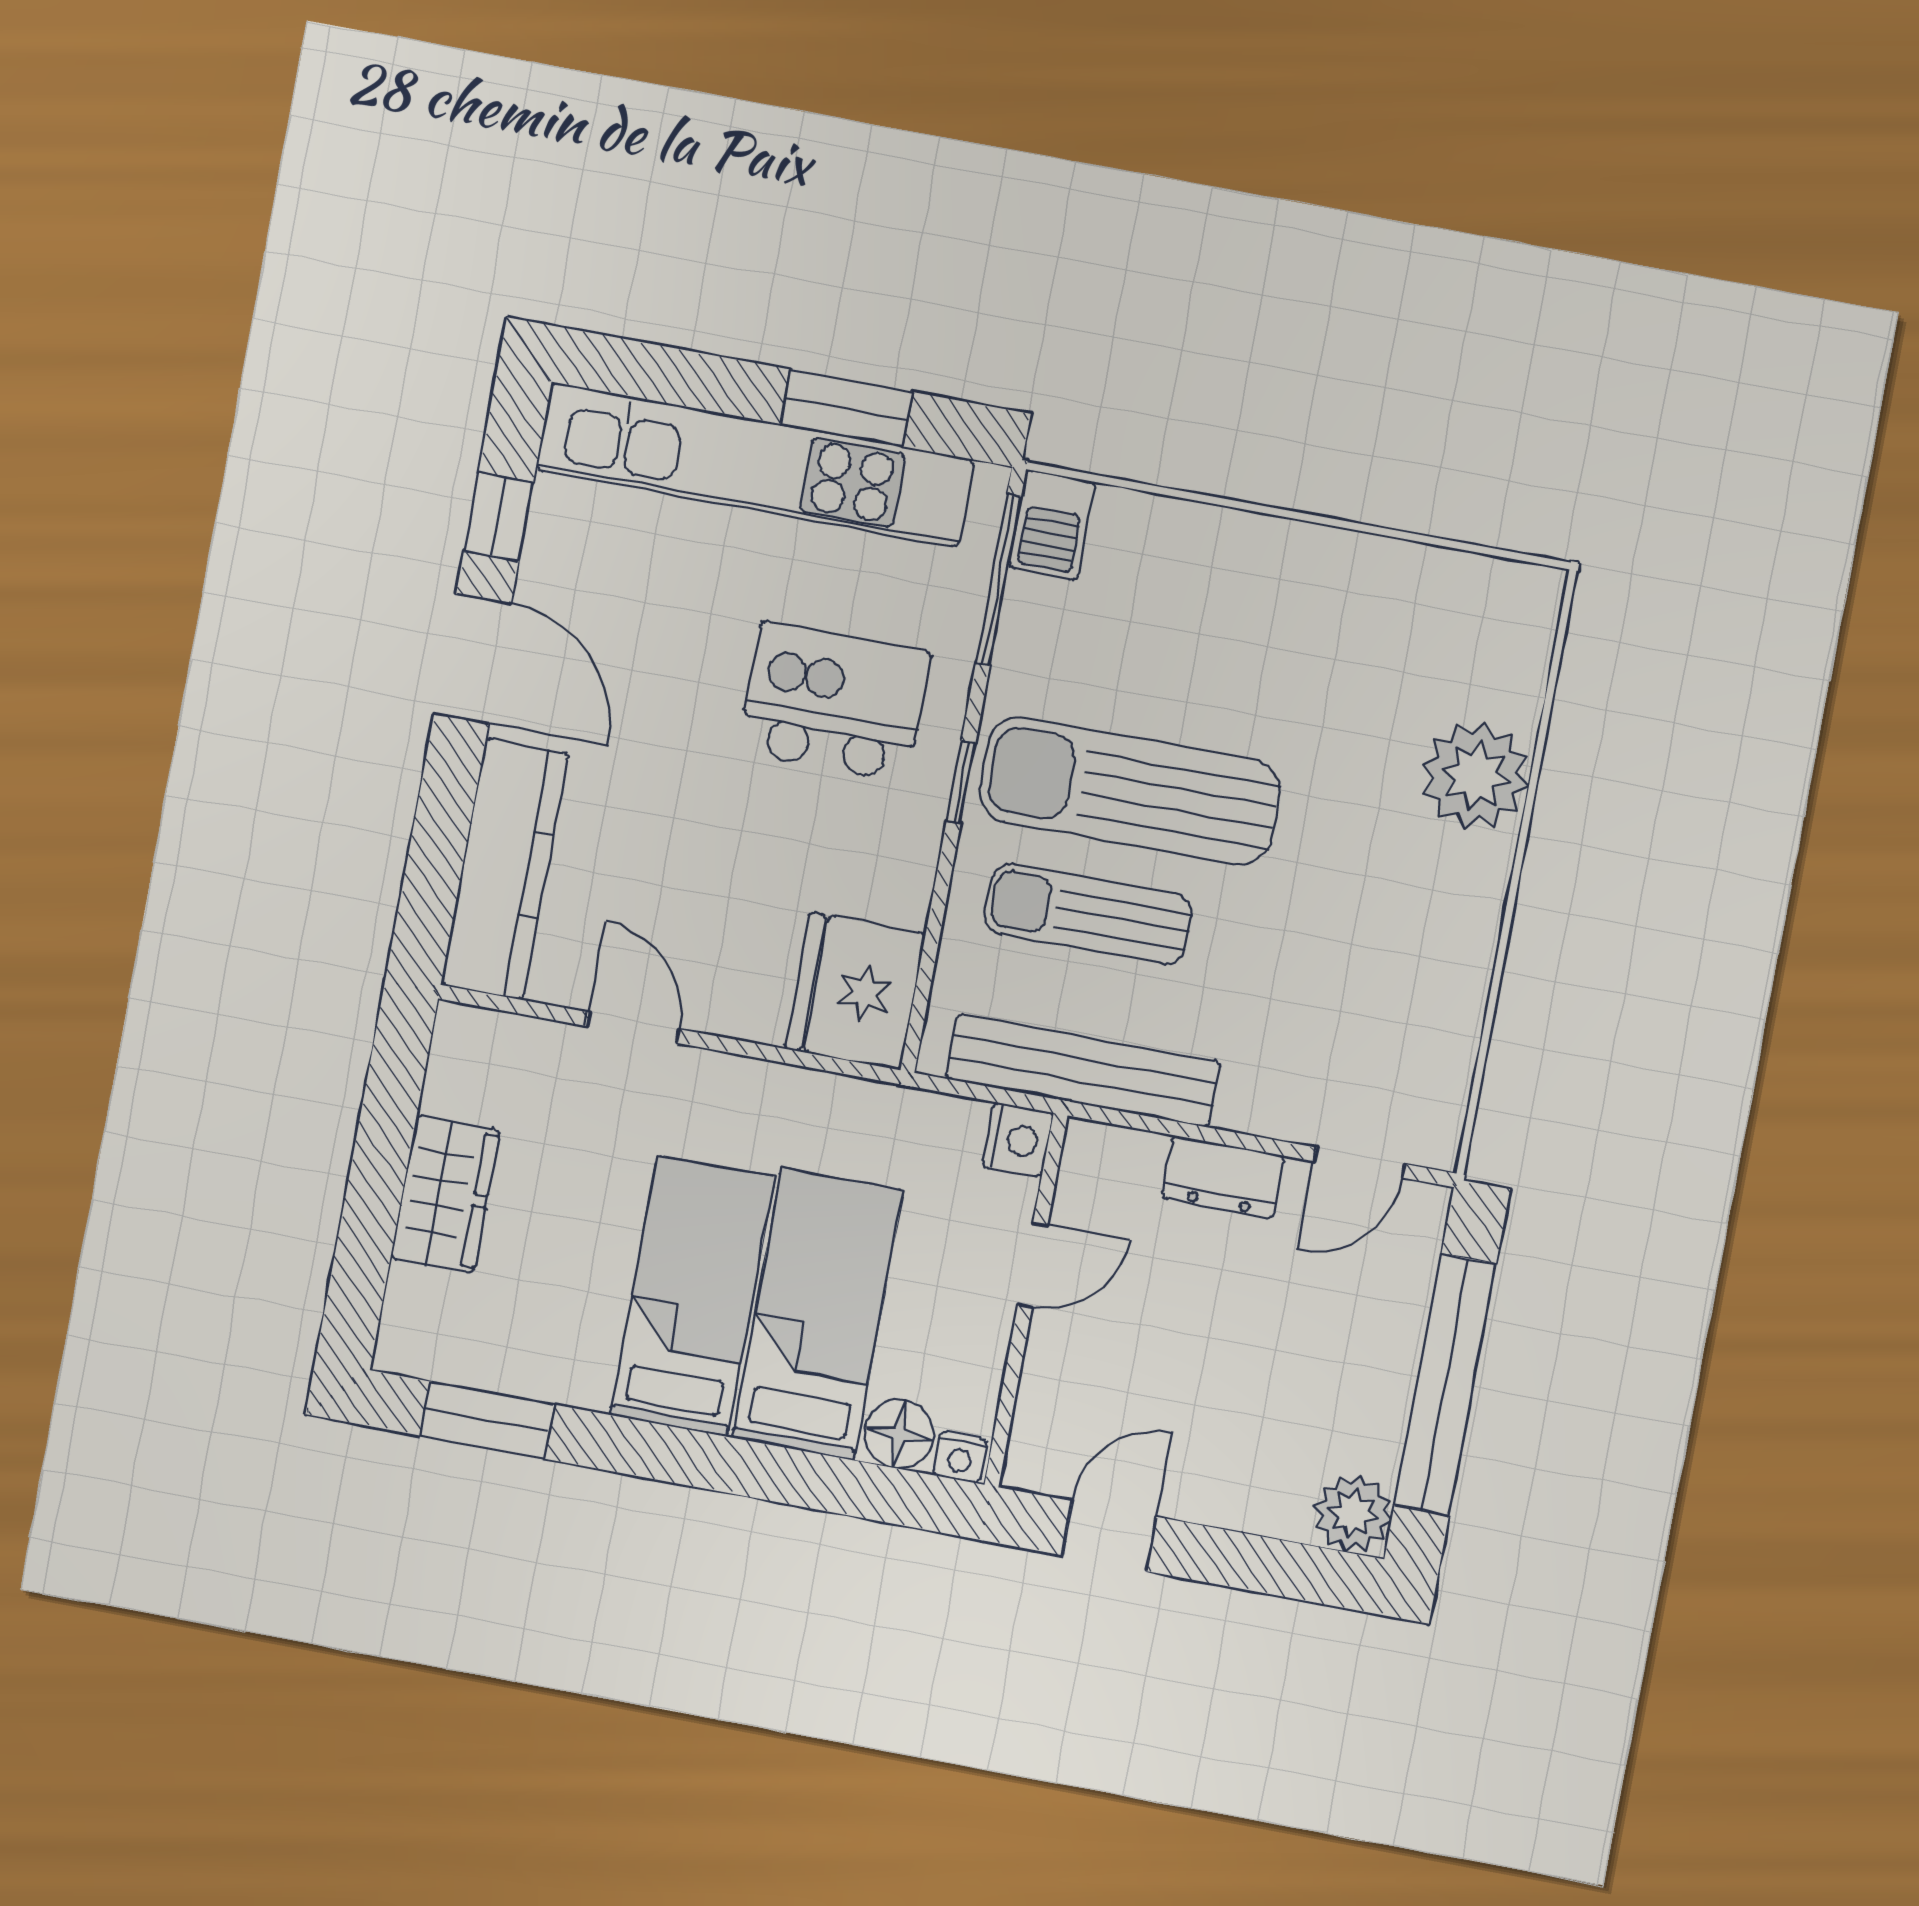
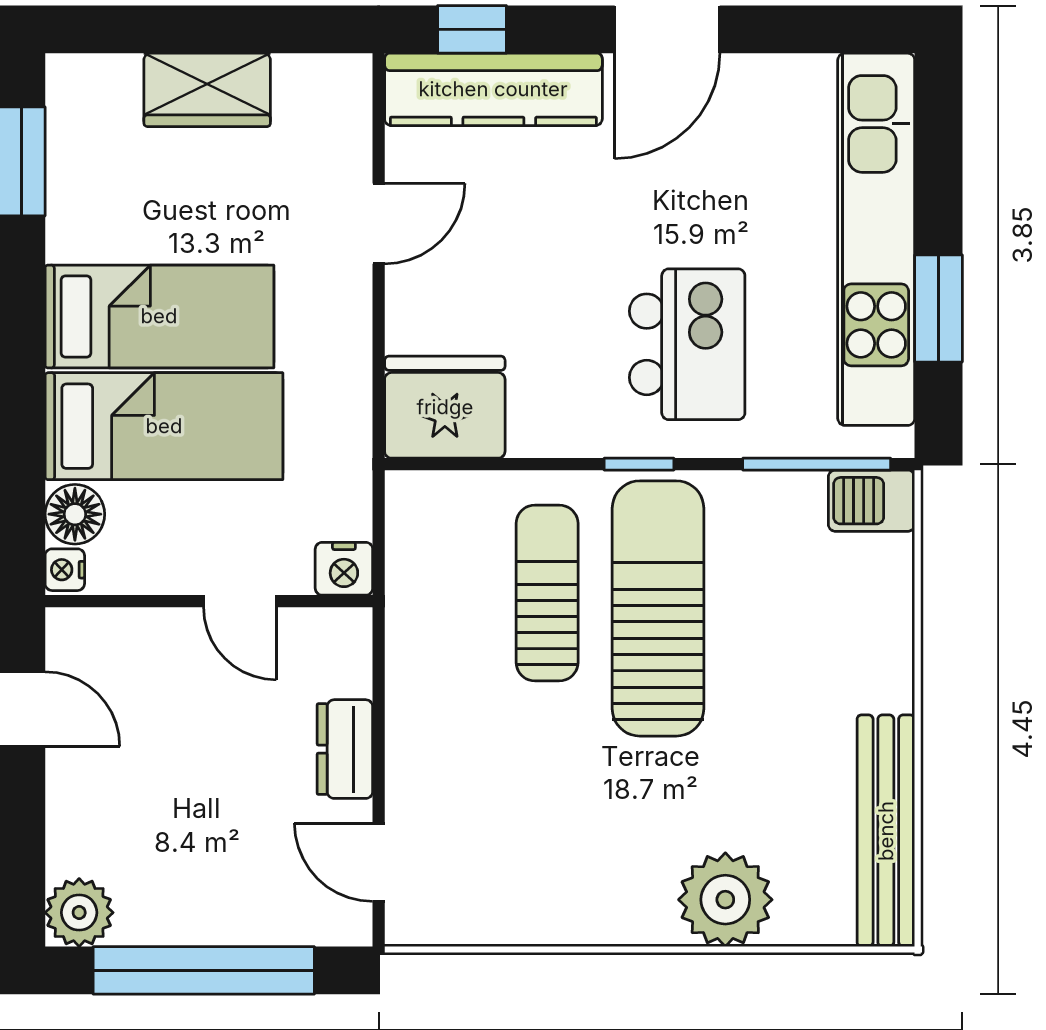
window: (498, 517) -> (472, 29), moved
bench: (1083, 1070) -> (886, 831), moved

